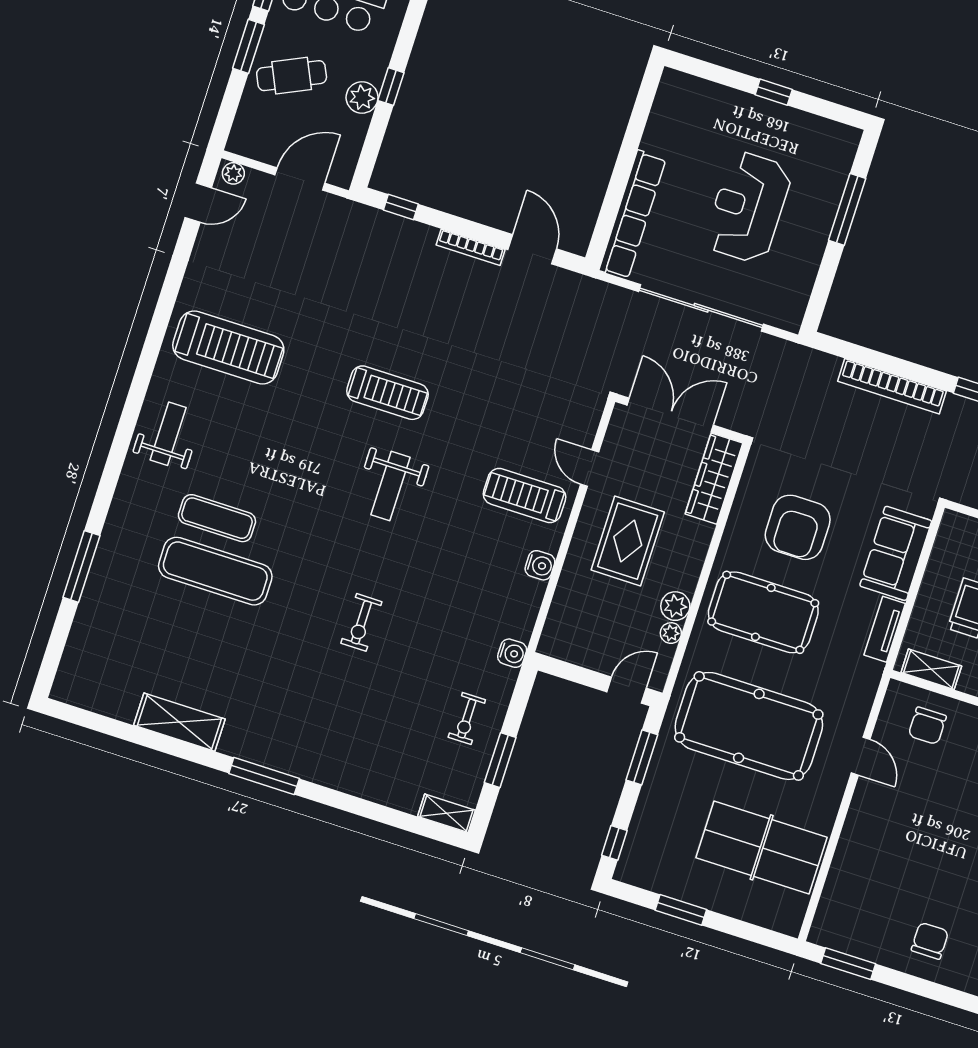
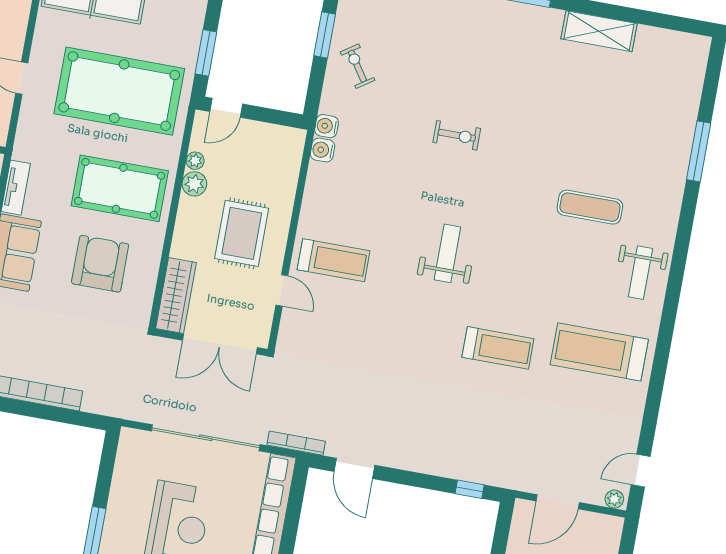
bookcase: (471, 247) -> (296, 443), moved
treadmill: (387, 393) -> (498, 348), moved, turned 180
water cooler: (540, 565) -> (323, 150), moved
exercise mat: (215, 571) -> (585, 162), removed
exercise bike: (361, 622) -> (457, 135), turned 90
exercise bike: (467, 719) -> (357, 66), turned -34

